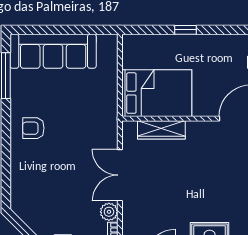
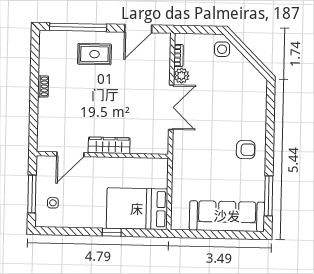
bed: (157, 93) -> (137, 209), moved
wardrobe: (161, 130) -> (109, 145), moved

